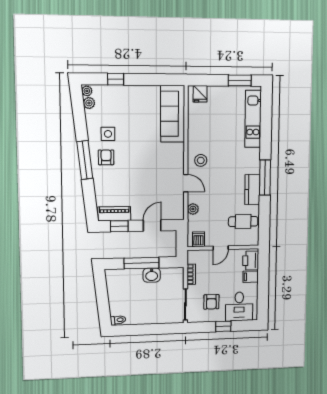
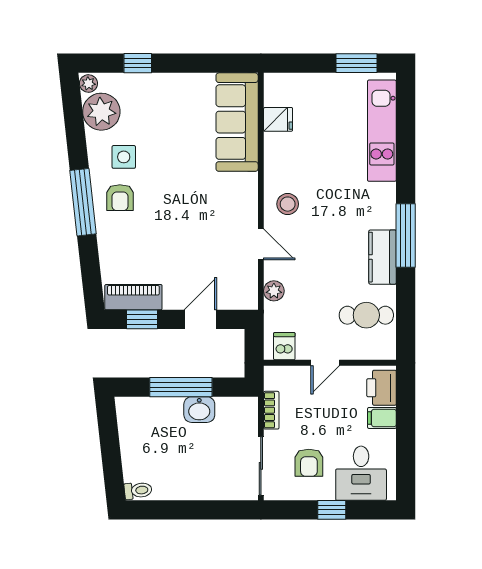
fridge: (200, 94) -> (278, 119), moved, turned -90
plant: (89, 103) -> (101, 112), width x1.87, depth x1.87
armchair: (106, 157) -> (120, 198), turned 180

